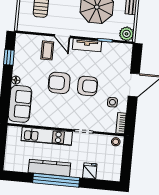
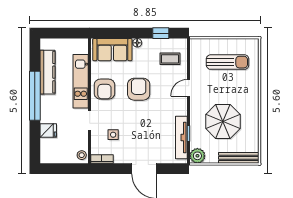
tv unit: (87, 45) -> (181, 138), moved, width x1.41
coffee table: (47, 50) -> (170, 59), moved
armchair: (88, 86) -> (104, 89), moved
side table: (112, 102) -> (113, 135), moved
kitchen counter: (49, 168) -> (47, 72), moved

